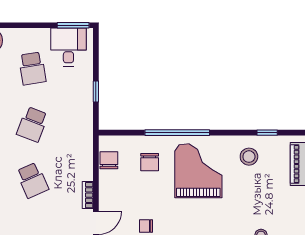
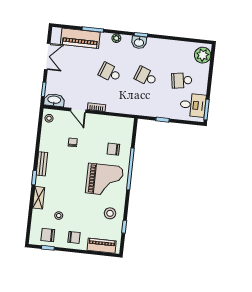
chair: (109, 160) -> (74, 237), moved
school desk: (32, 180) -> (110, 73), turned 45

